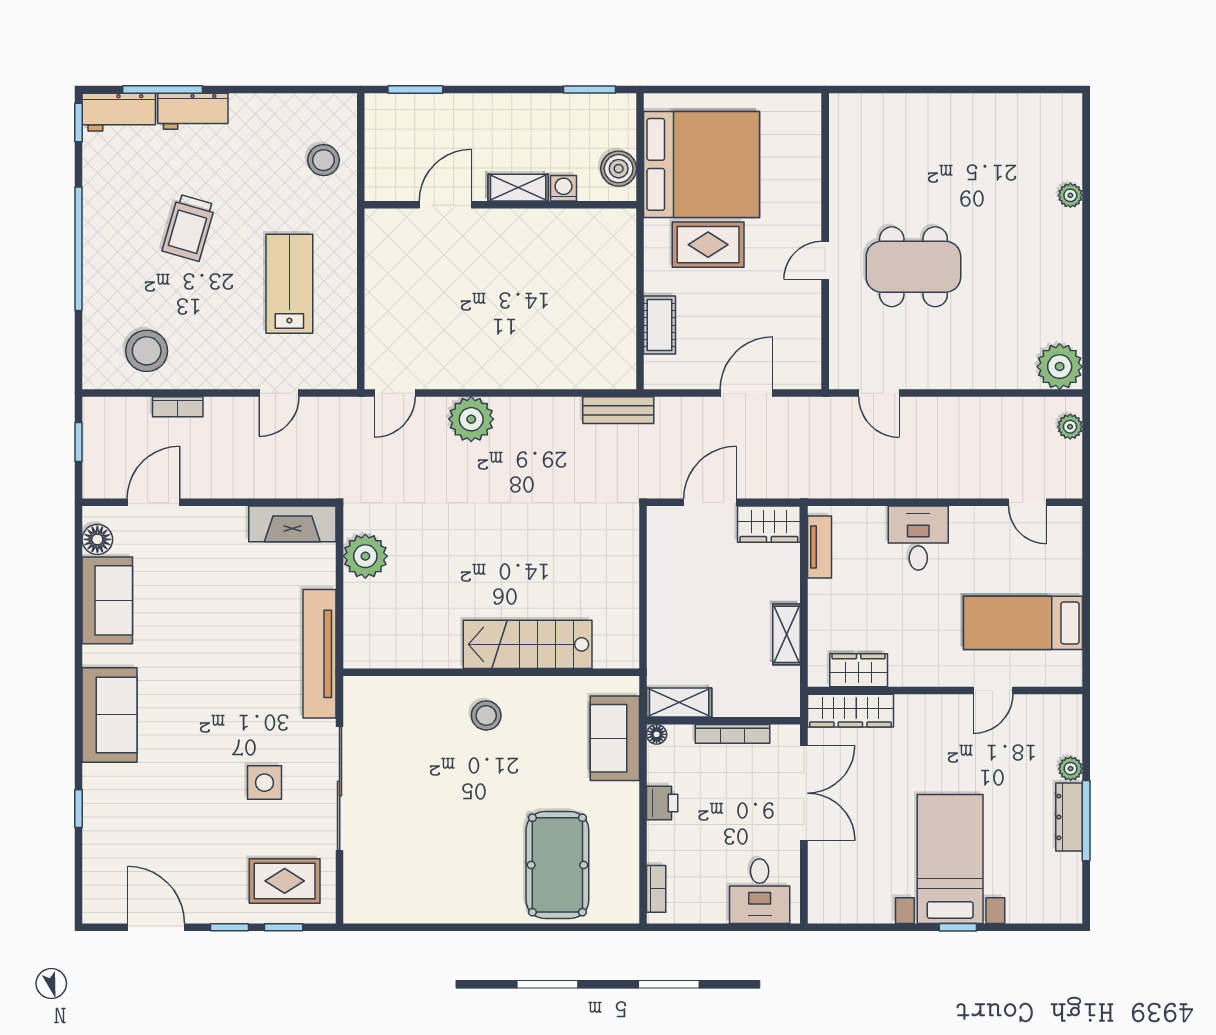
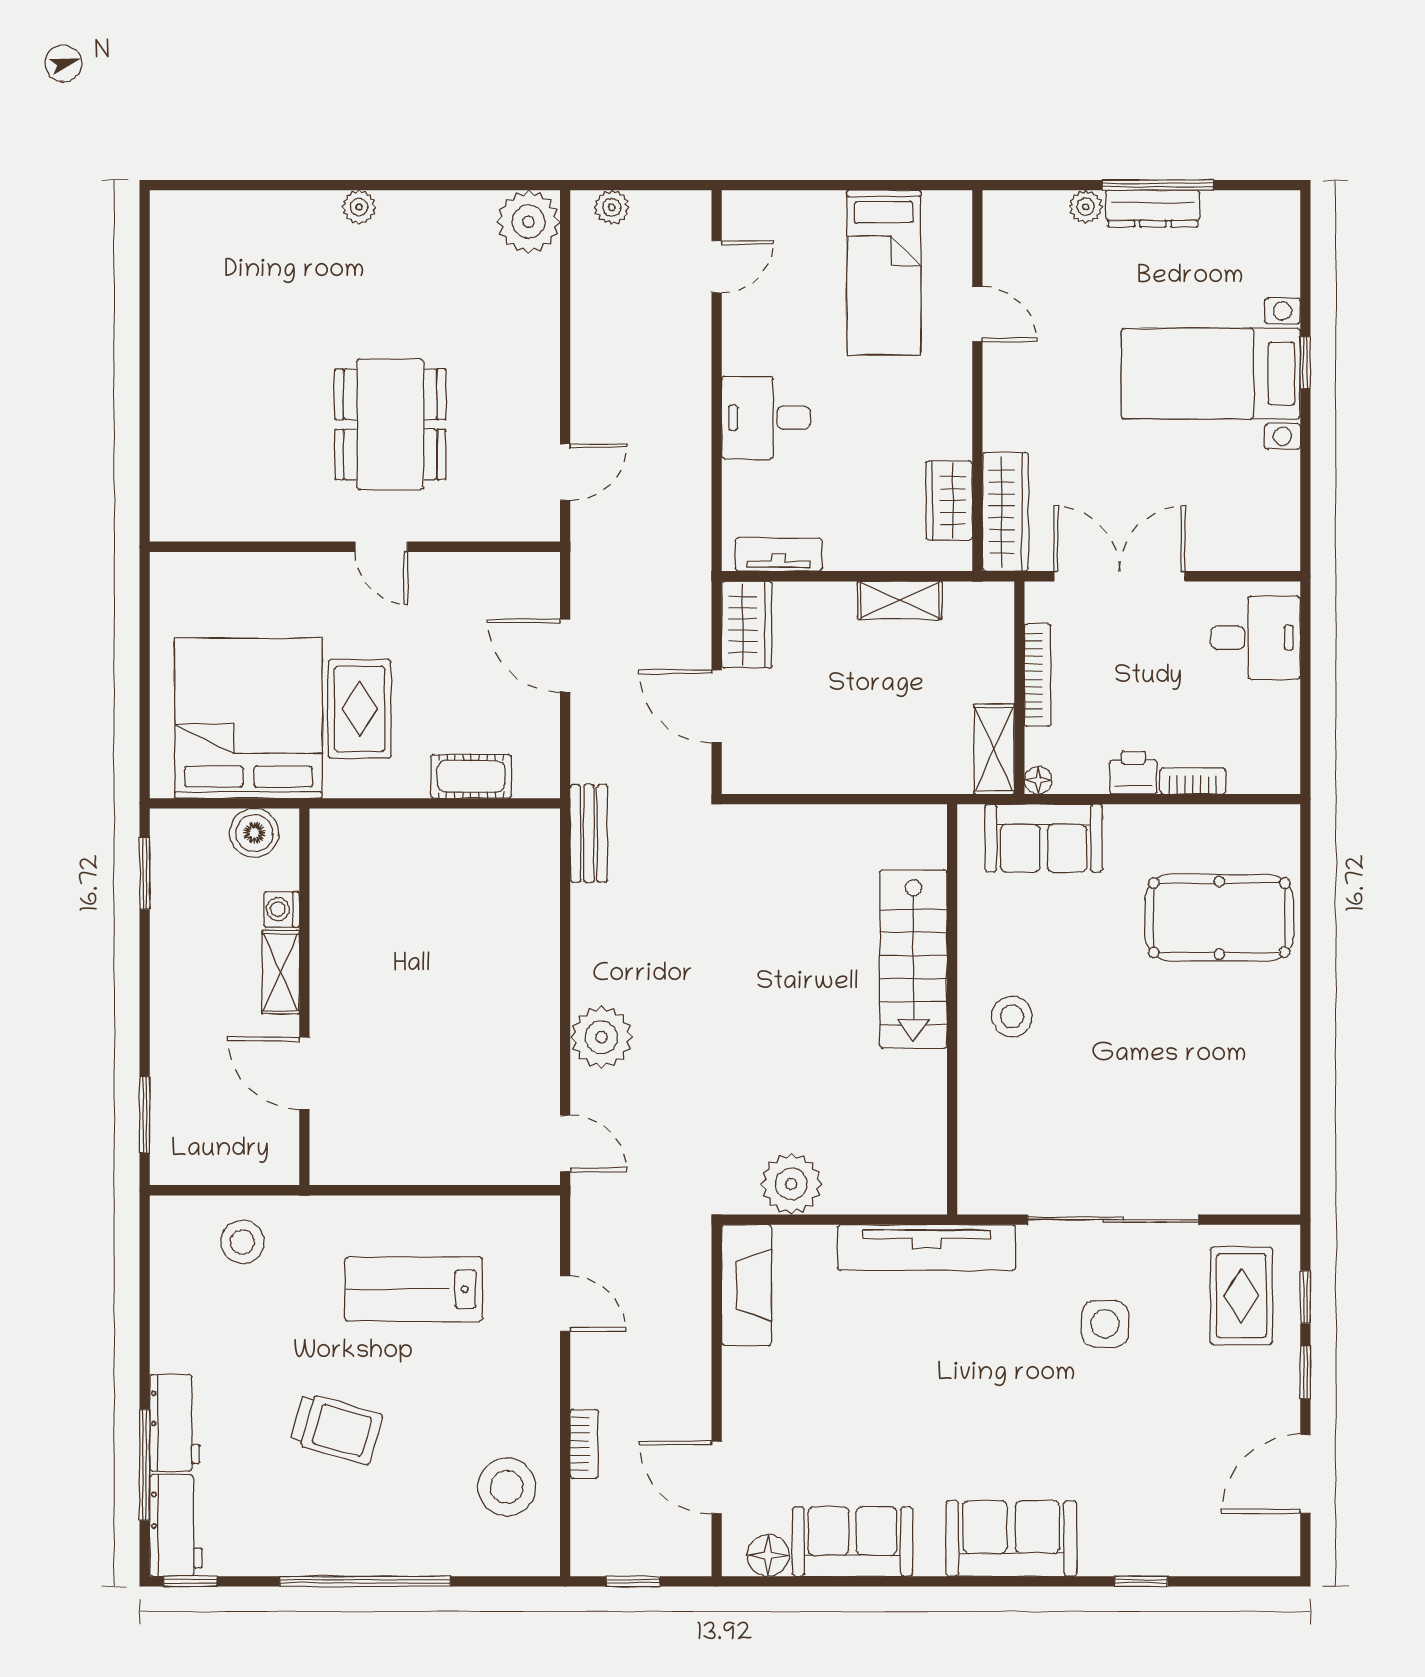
plant: (1070, 195) -> (359, 207), moved
bookcase: (656, 889) -> (1193, 781), moved

